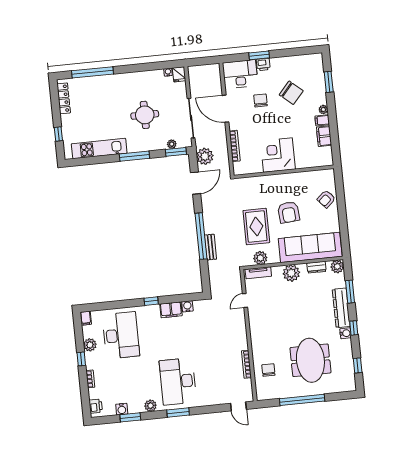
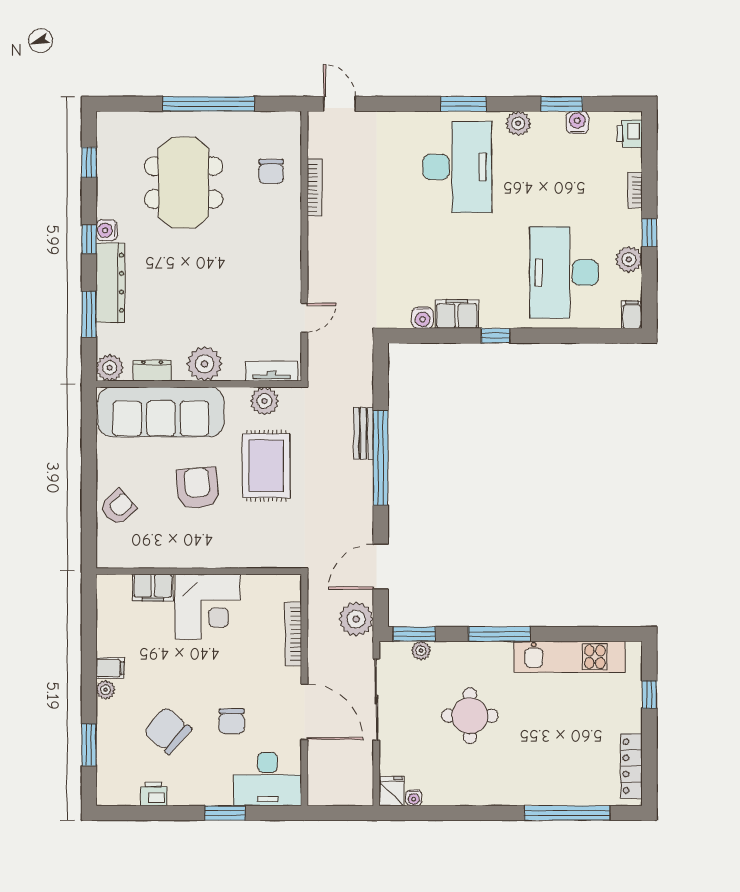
printer: (263, 64) -> (154, 794), moved
filing cabinet: (324, 136) -> (153, 588), moved, turned 90

